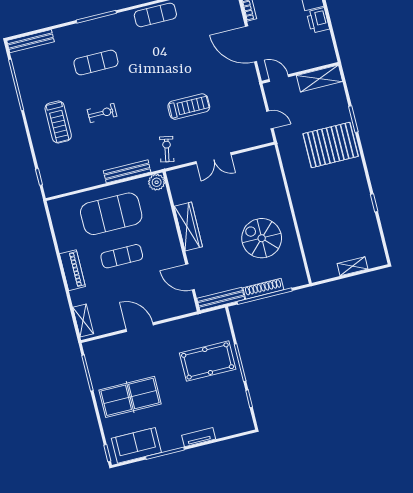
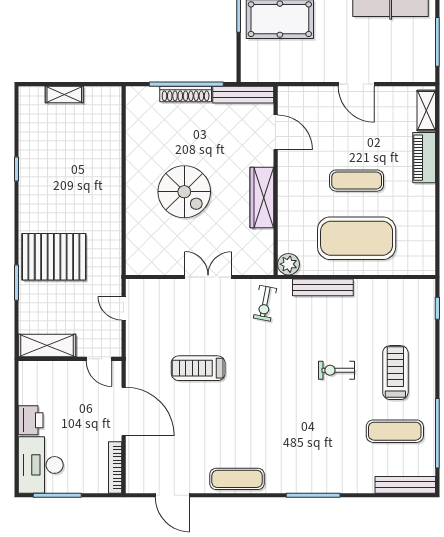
exercise mat: (96, 62) -> (395, 431), moved
treadmill: (189, 107) -> (198, 368), moved
spiral stairs: (262, 238) -> (184, 192), moved
piano: (72, 270) -> (424, 158), moved

